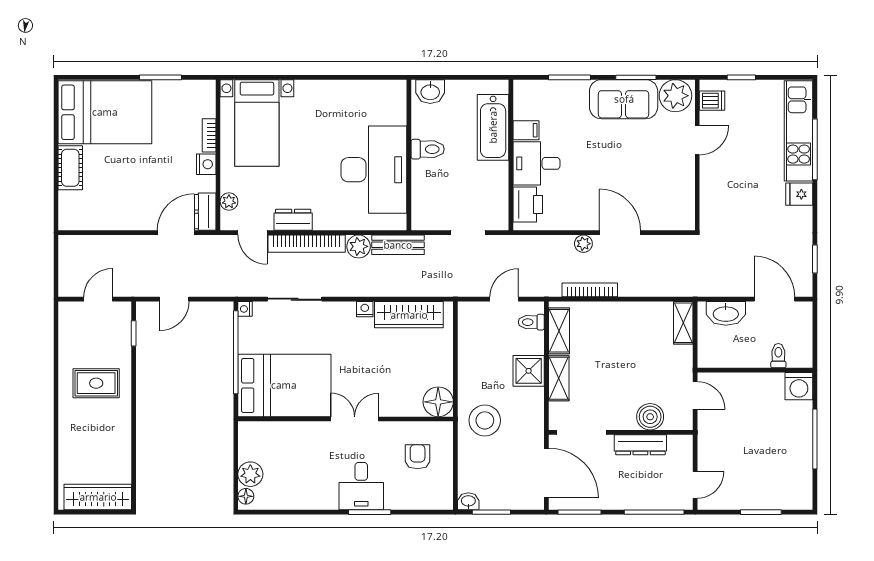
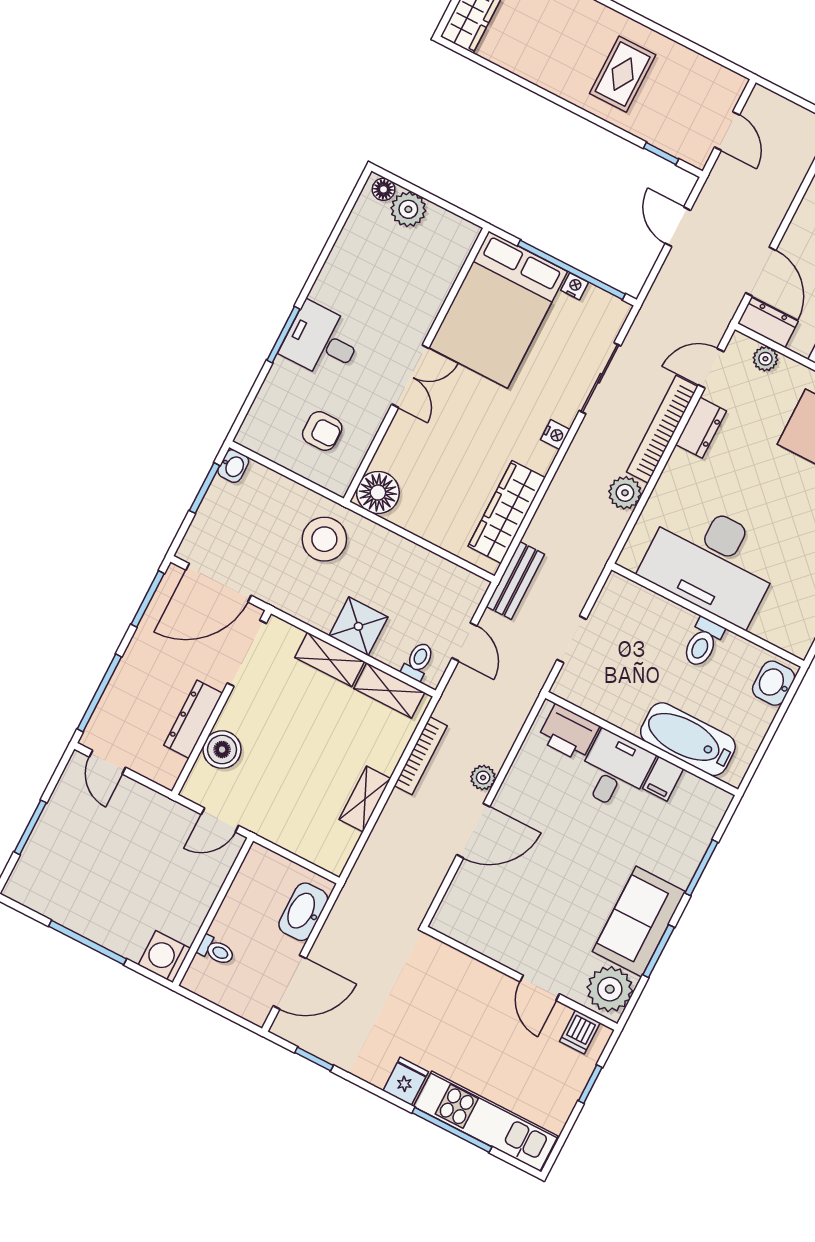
bench: (398, 245) -> (515, 580), moved
nightstand: (245, 309) -> (575, 286), moved
nightstand: (365, 309) -> (555, 435), moved
shelving: (683, 323) -> (365, 799), moved, turned 90

